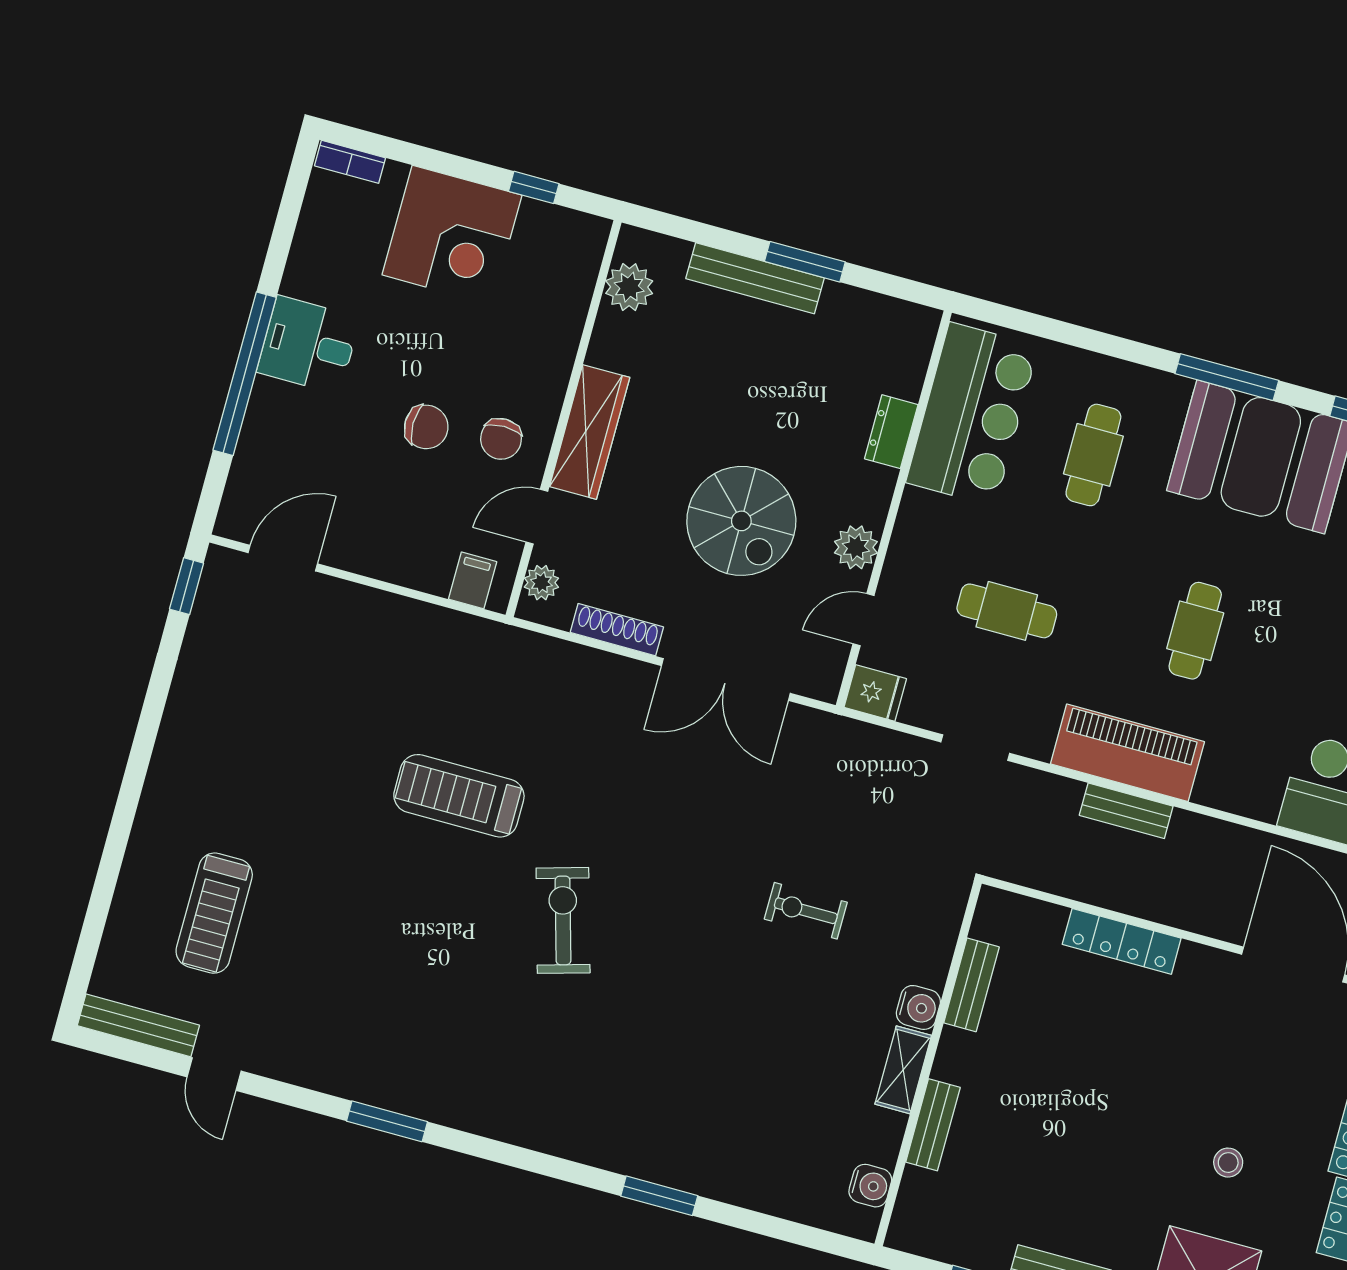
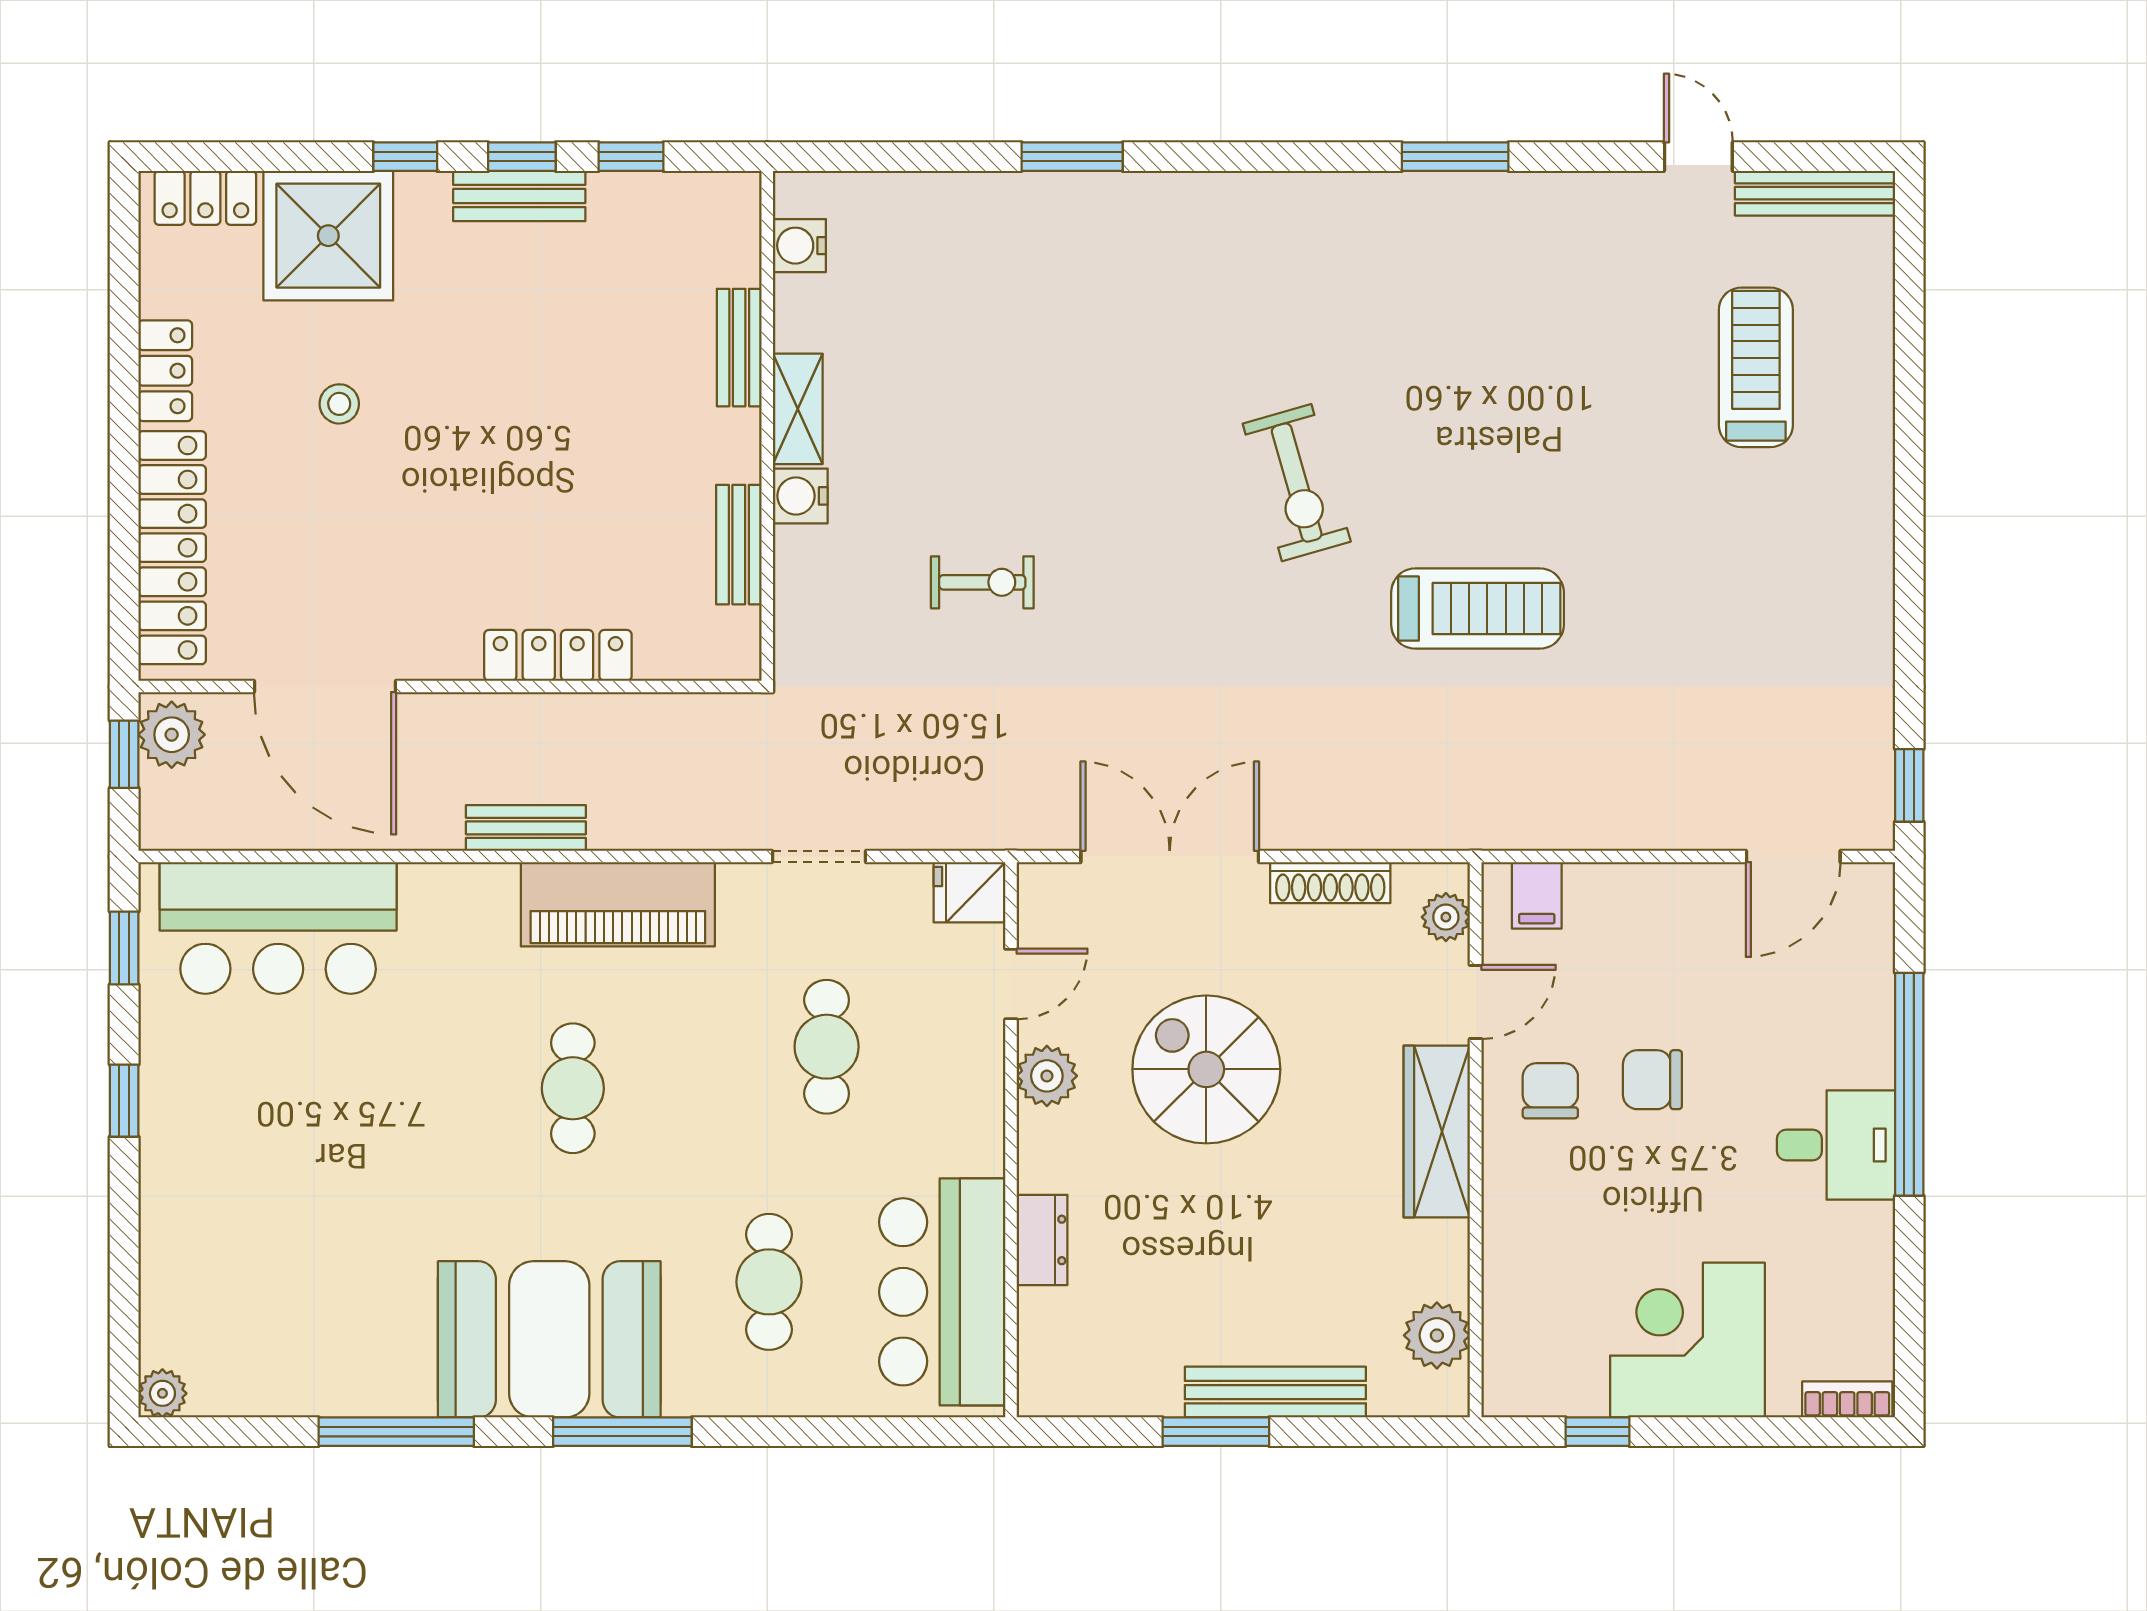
cafe table: (1007, 611) -> (827, 1047), turned 90
bench: (1126, 811) -> (526, 828), moved

